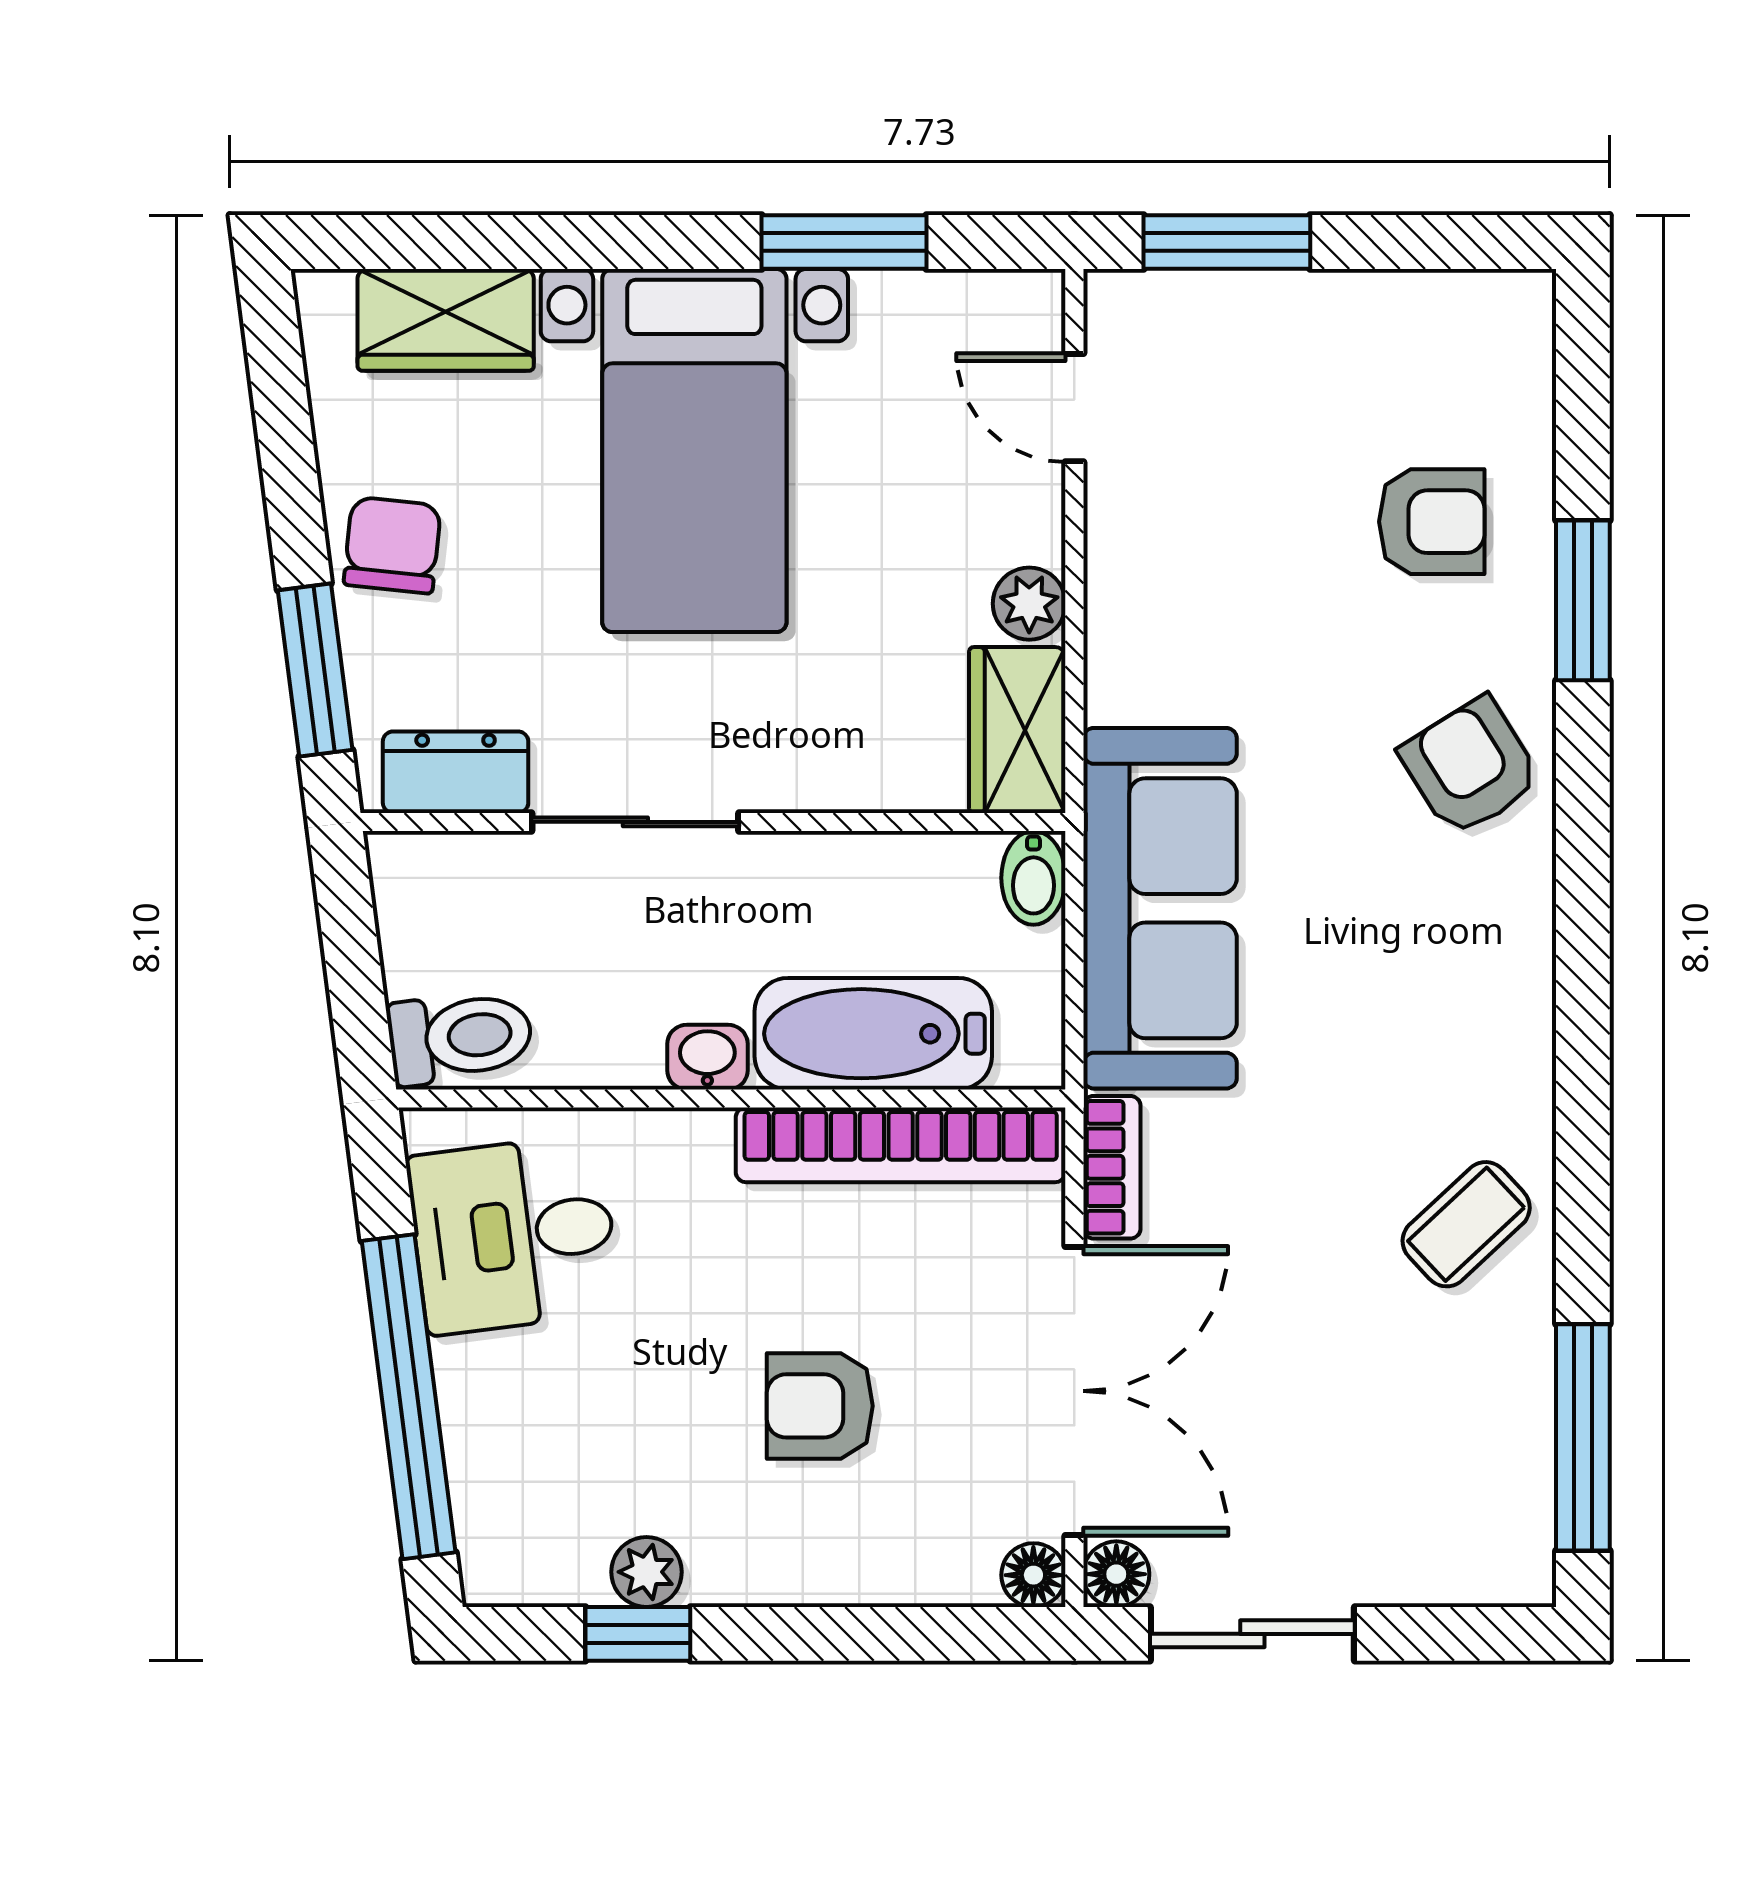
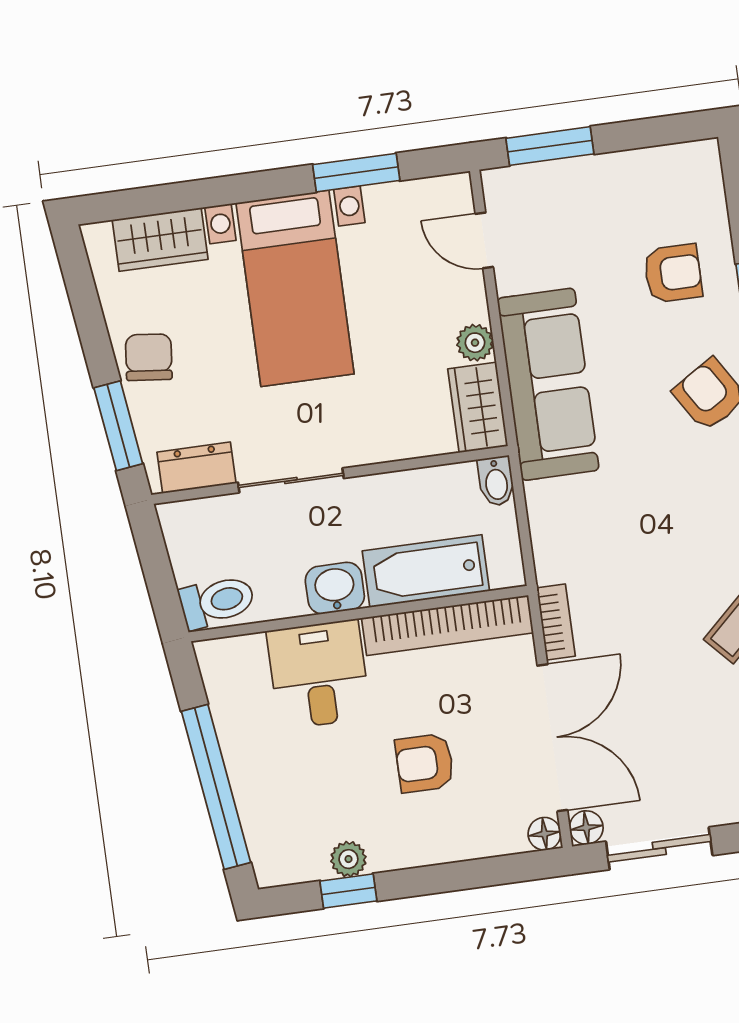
sofa: (1160, 908) -> (548, 384), moved
washbasin: (707, 1057) -> (335, 588), width x1.38, depth x1.45
desk: (514, 1234) -> (319, 674), moved, turned 97

